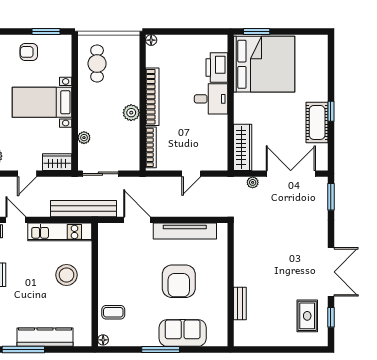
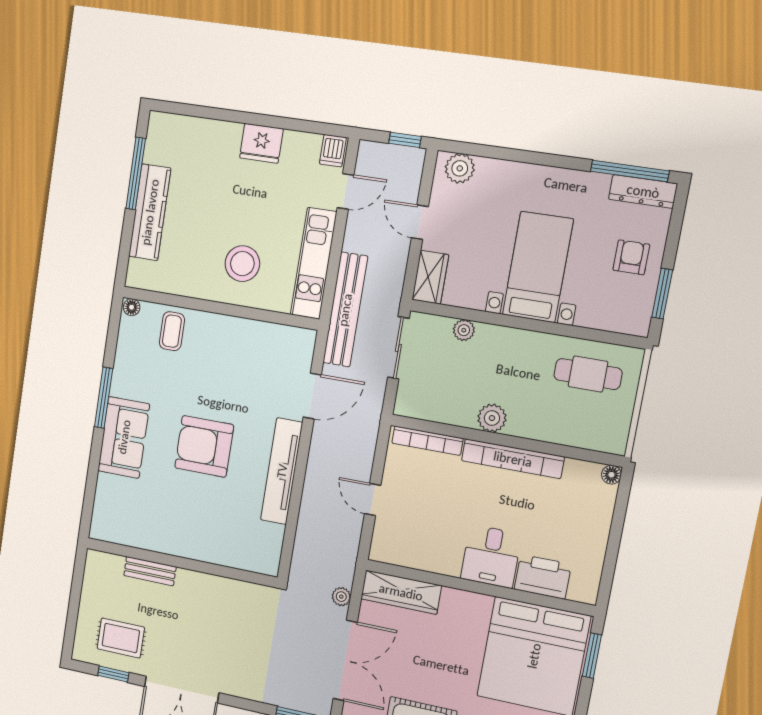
wall: (231, 285) -> (181, 562), moved
bench: (240, 304) -> (150, 571), moved

